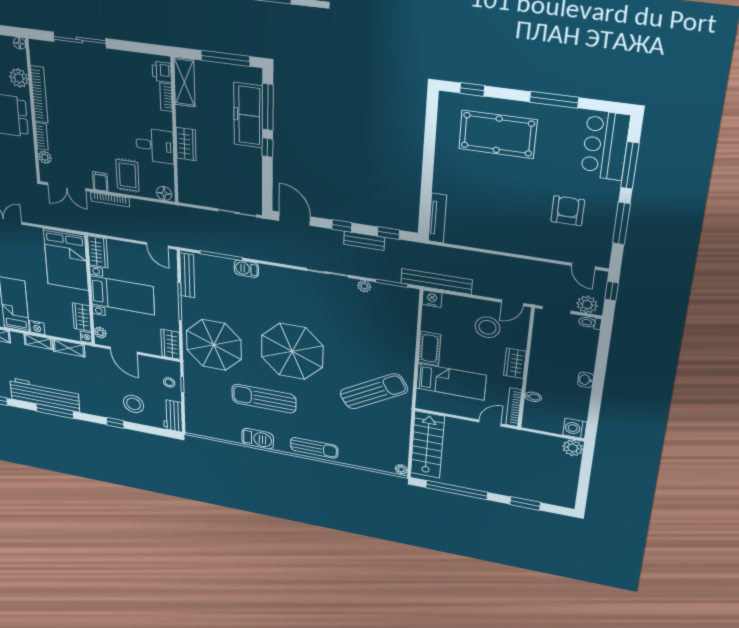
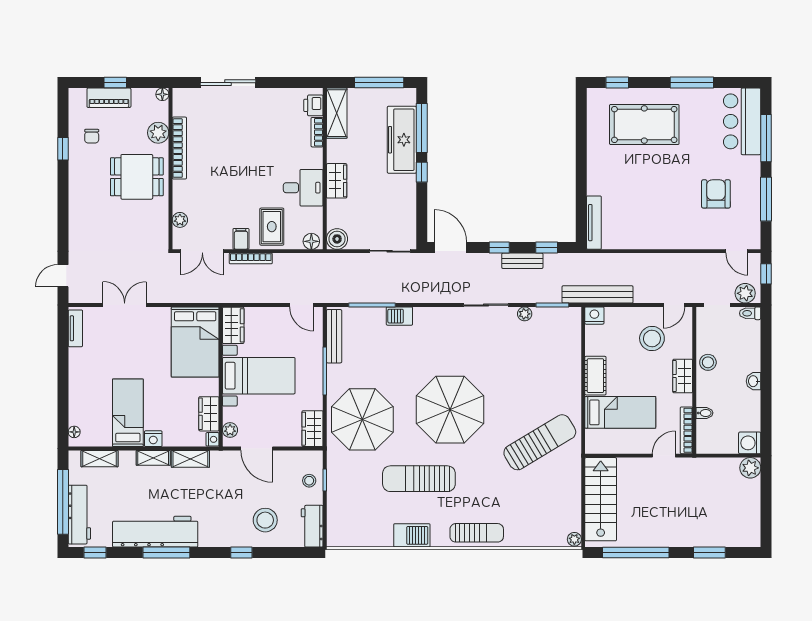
bookcase: (42, 136) -> (178, 196), removed
boiler: (188, 195) -> (337, 239), added
stool: (541, 356) -> (708, 362), added

